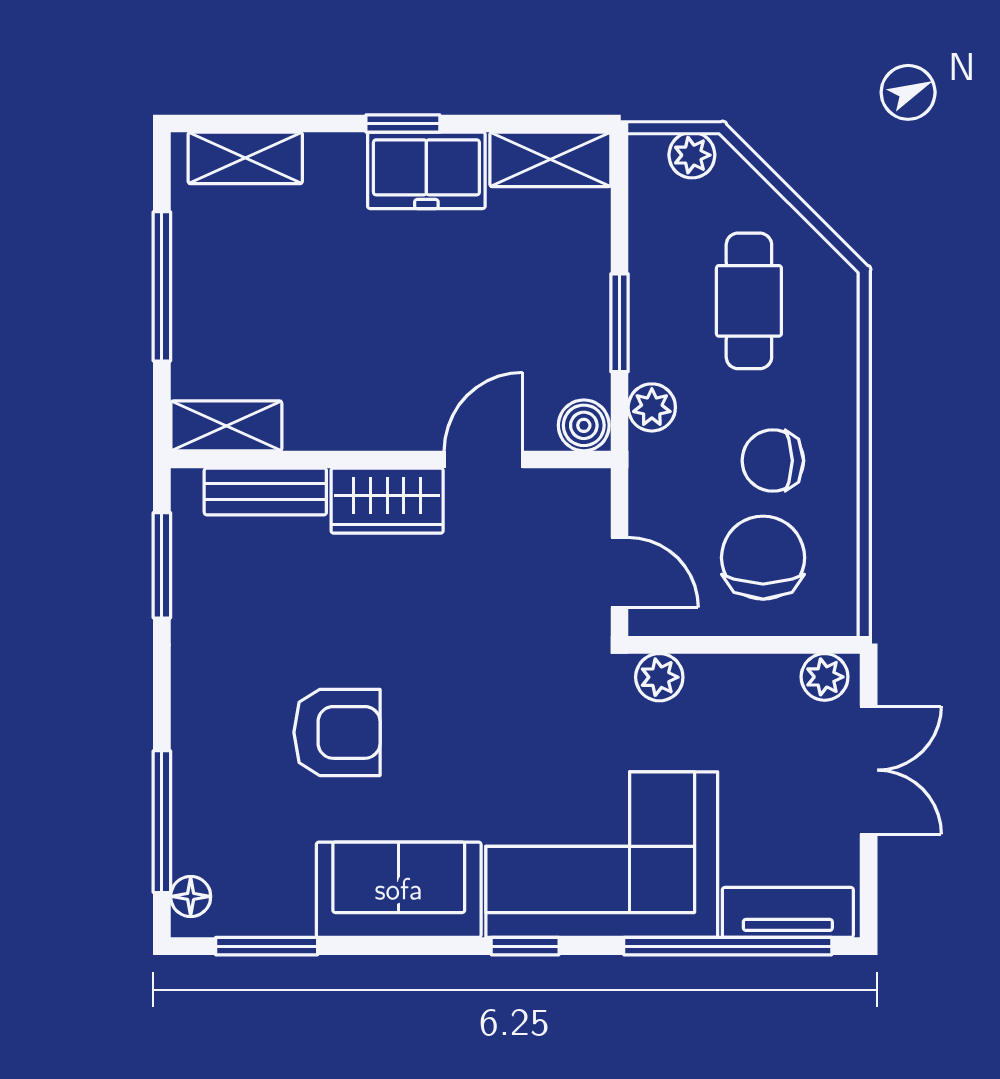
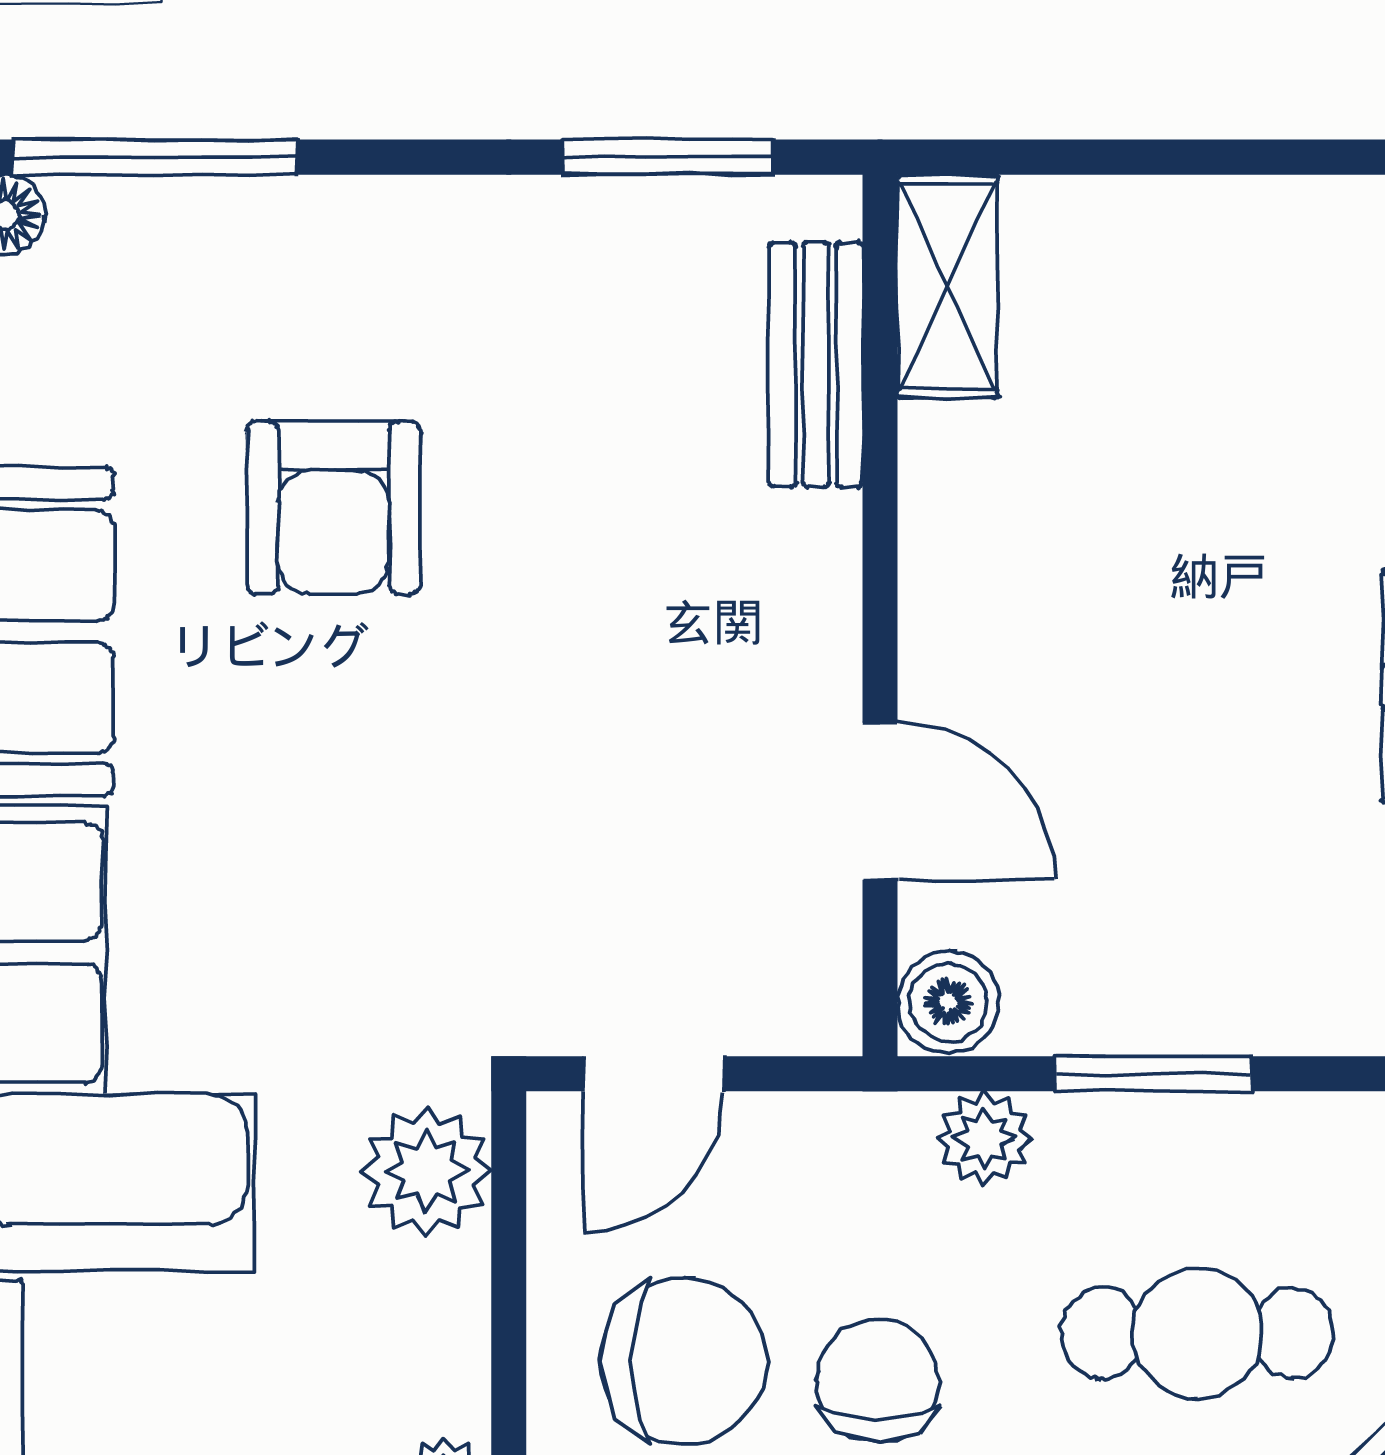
window: (162, 286) -> (1227, 157), removed
wardrobe: (387, 501) -> (797, 608), removed
plant: (659, 677) -> (426, 1171), width x1.38, depth x1.38

